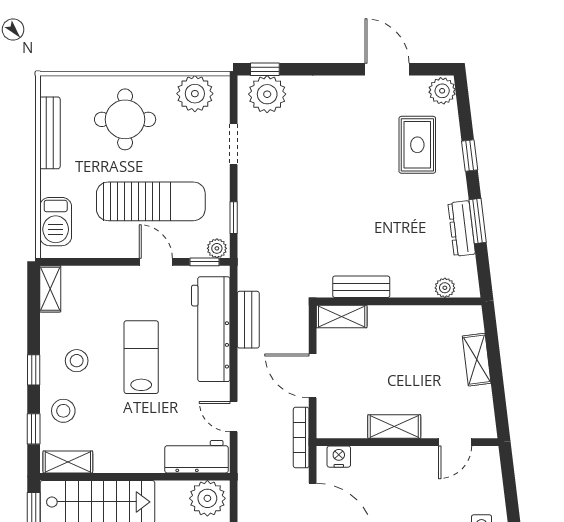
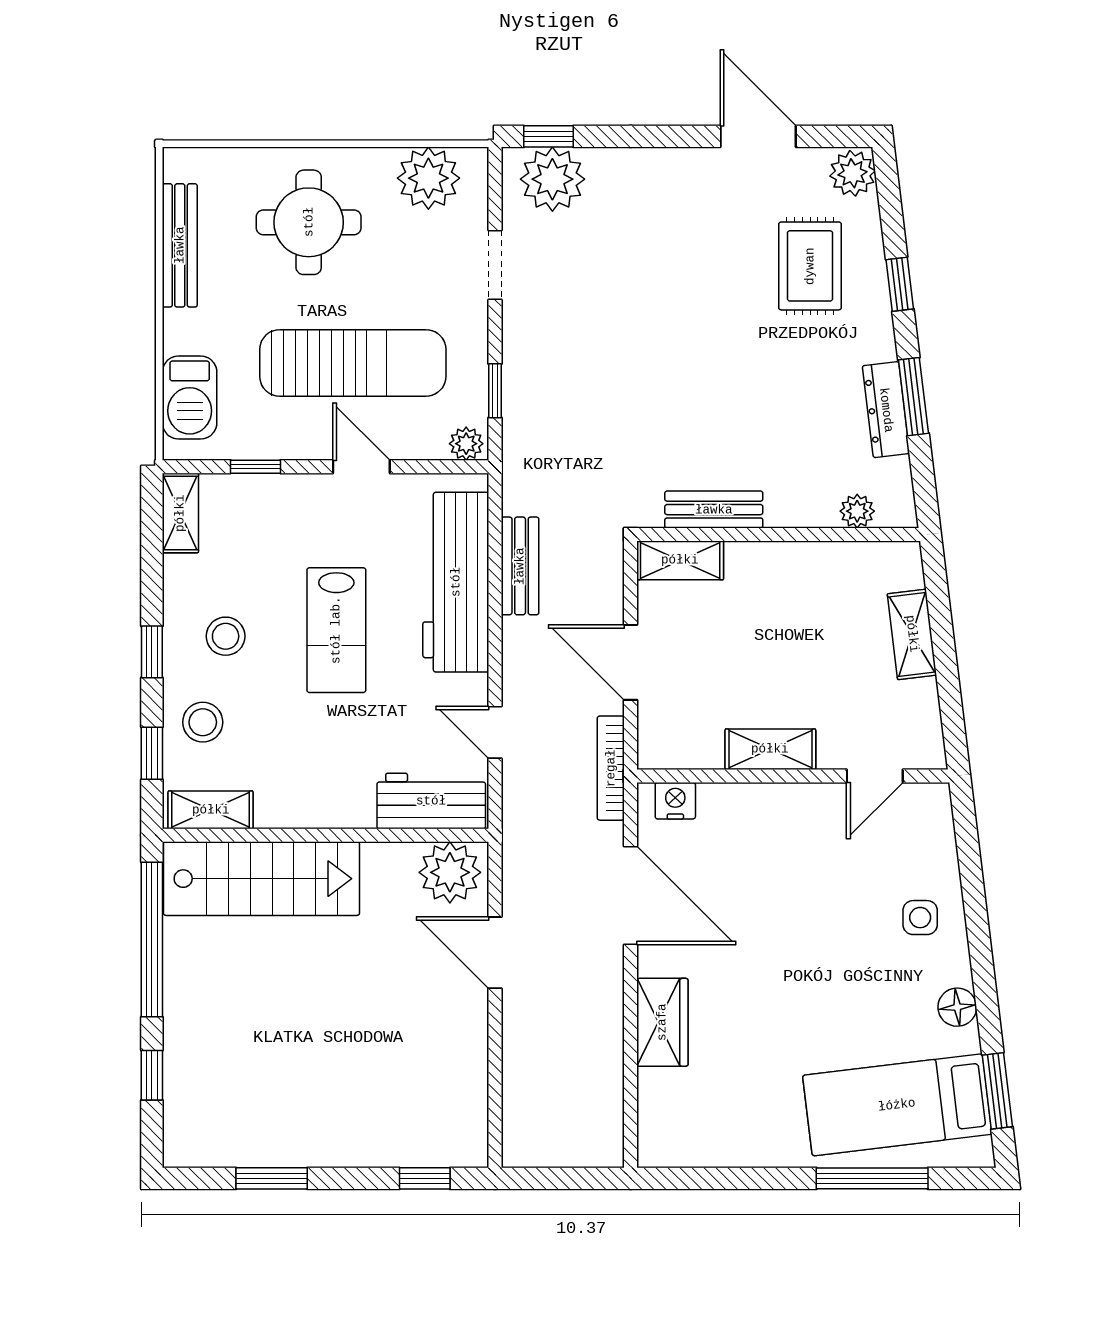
window: (205, 262) -> (256, 467), moved
lab bench: (141, 357) -> (336, 630), turned 180

